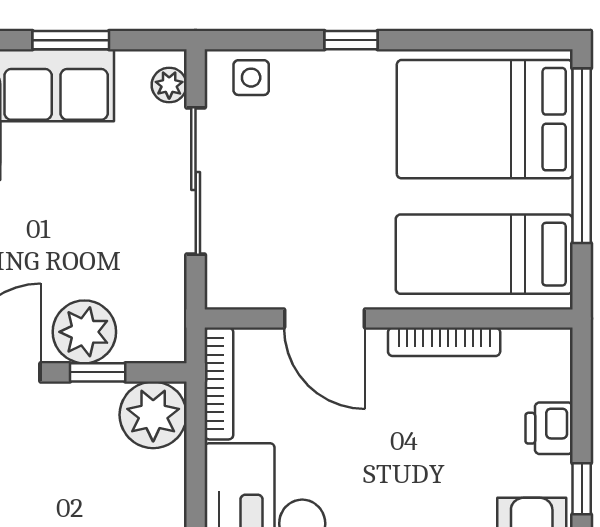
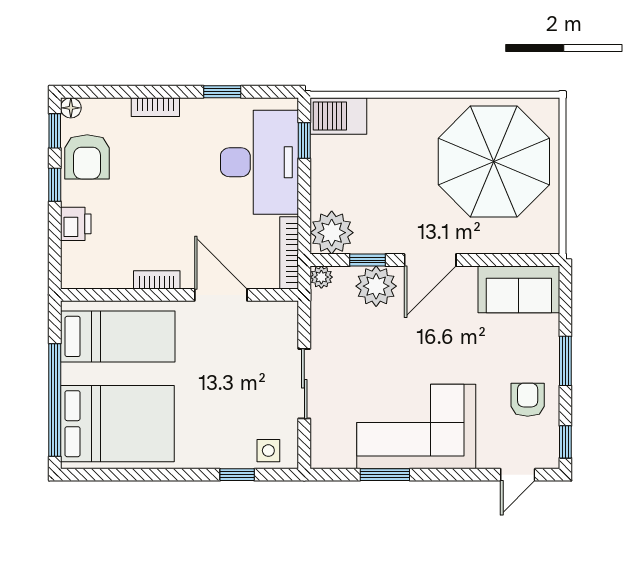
window: (351, 40) -> (237, 475), moved
plant: (169, 85) -> (321, 277), moved
sliding door: (196, 181) -> (304, 384), width x0.73
bookcase: (444, 342) -> (157, 280), width x0.64

